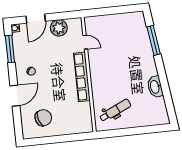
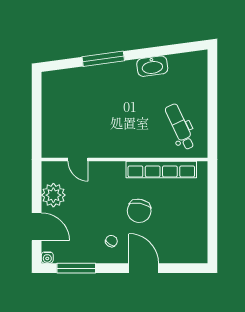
window: (154, 40) -> (103, 59), moved
door: (85, 42) -> (78, 159), swing flipped
row of seats: (82, 77) -> (161, 169), moved
chair: (43, 118) -> (139, 211), moved, turned -153

